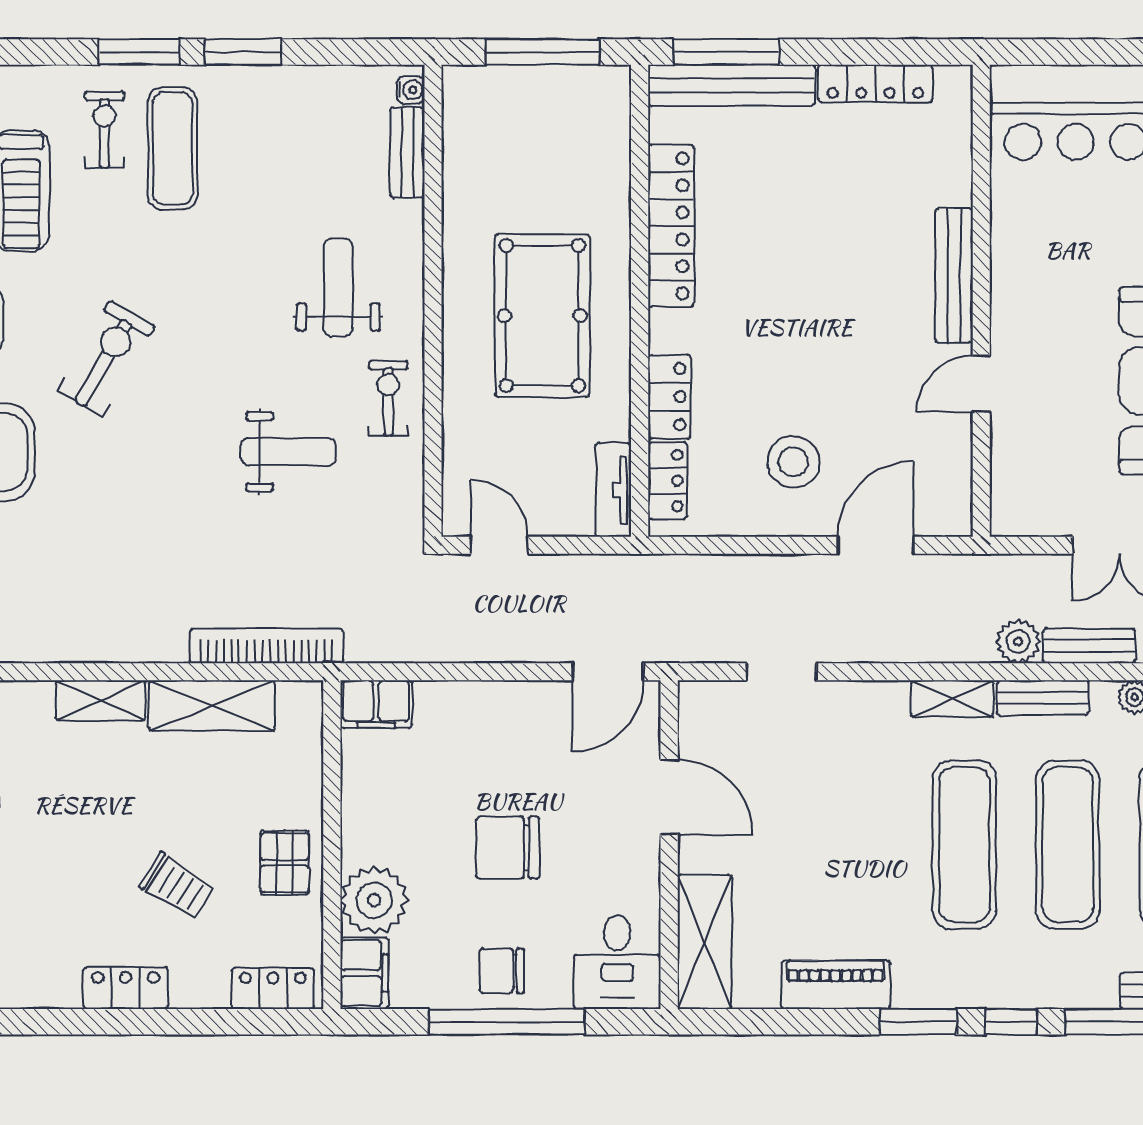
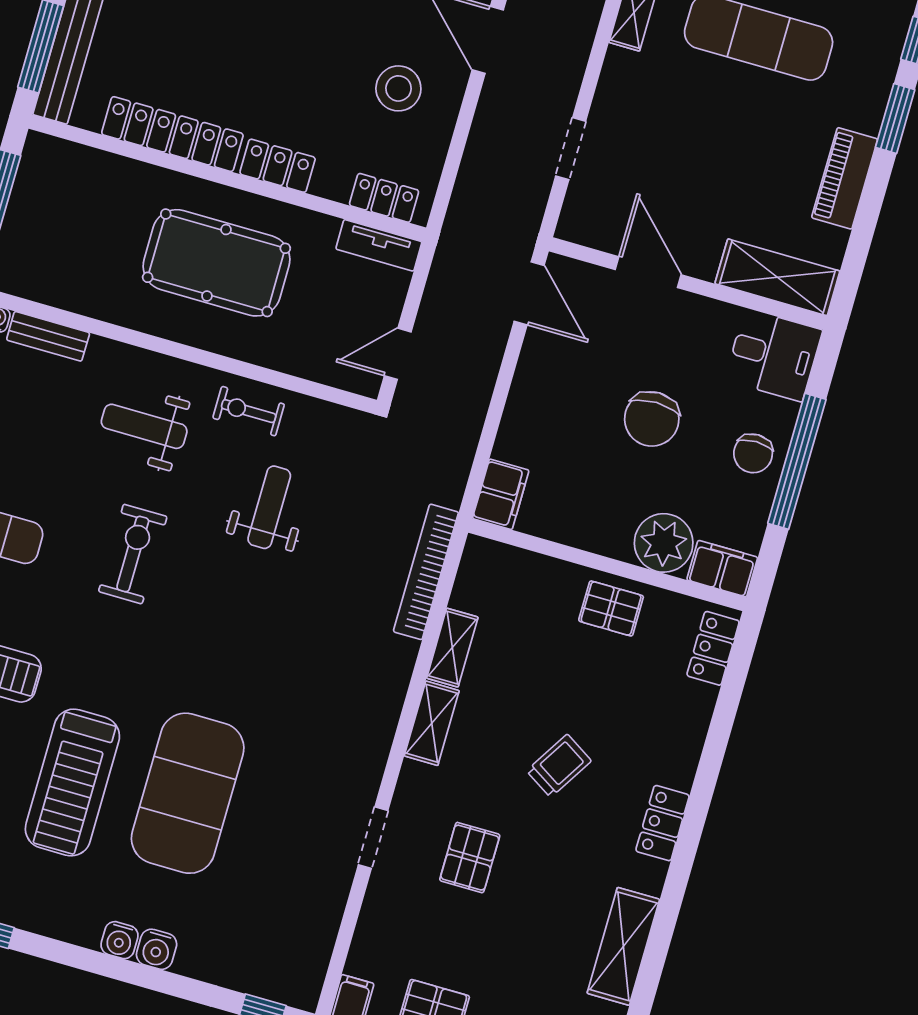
exercise bike: (106, 358) -> (133, 554), moved, turned 60
locker: (669, 397) -> (278, 166), moved
shelving: (212, 705) -> (452, 648), width x0.67, depth x0.75
door: (669, 797) -> (648, 272), hinge flipped
trolley: (177, 886) -> (559, 766), moved
locker: (126, 988) -> (663, 823), moved

